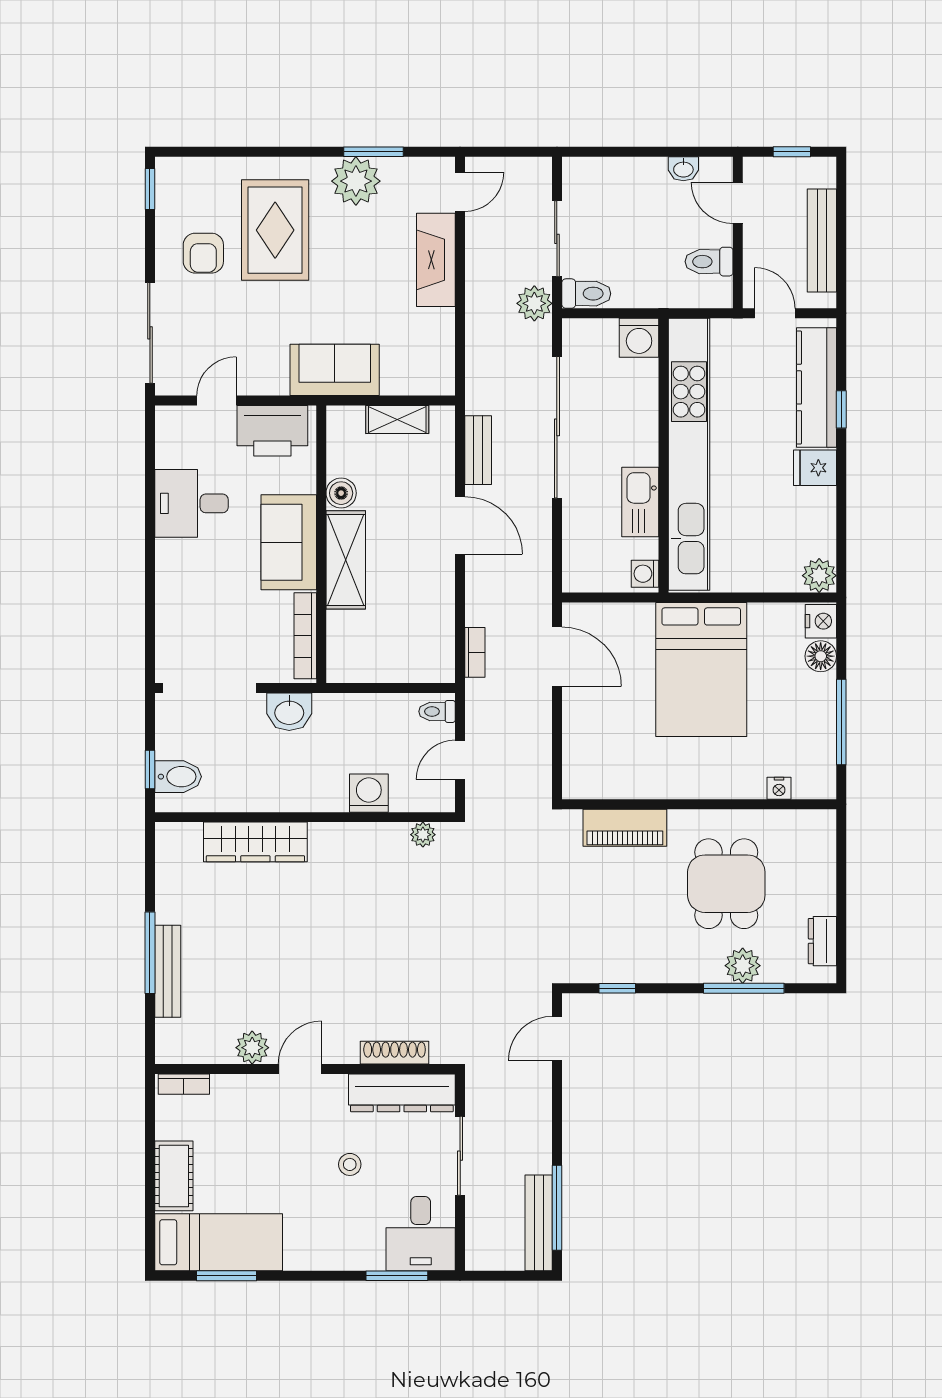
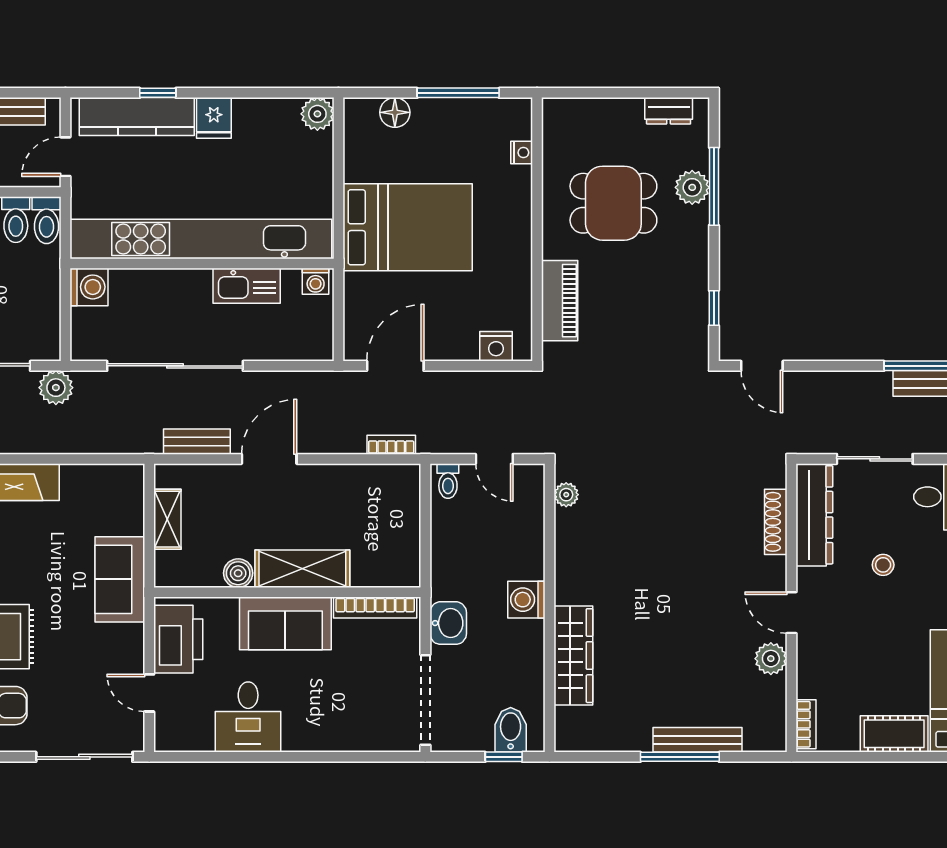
toilet: (586, 294) -> (47, 220), moved, turned 180
nightstand: (821, 621) -> (496, 346), moved, turned 180
washing machine: (369, 793) -> (526, 600), moved

